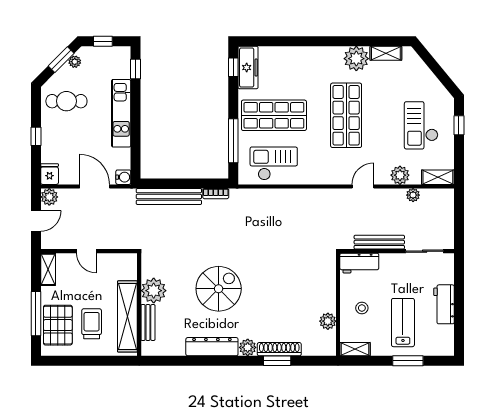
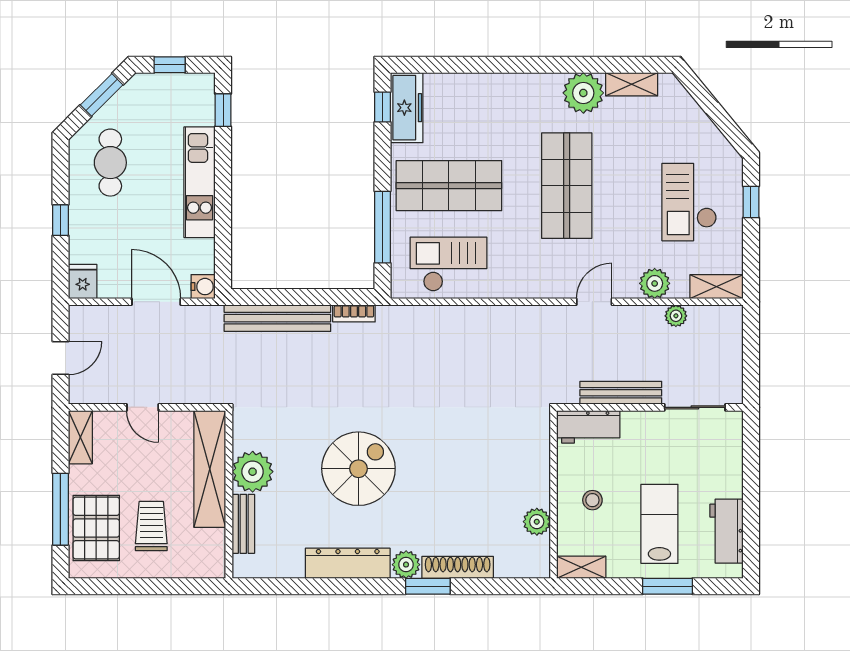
plant: (75, 62) -> (124, 98), removed
cafe table: (66, 101) -> (110, 163), turned 90
plant: (49, 197) -> (82, 319), removed
workbench: (444, 304) -> (726, 531), moved
shelving: (127, 316) -> (210, 469), moved
window: (277, 361) -> (428, 586), moved

